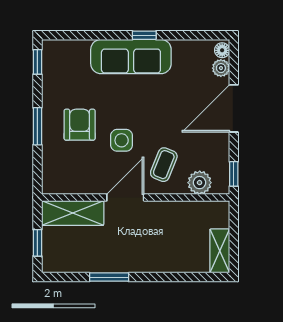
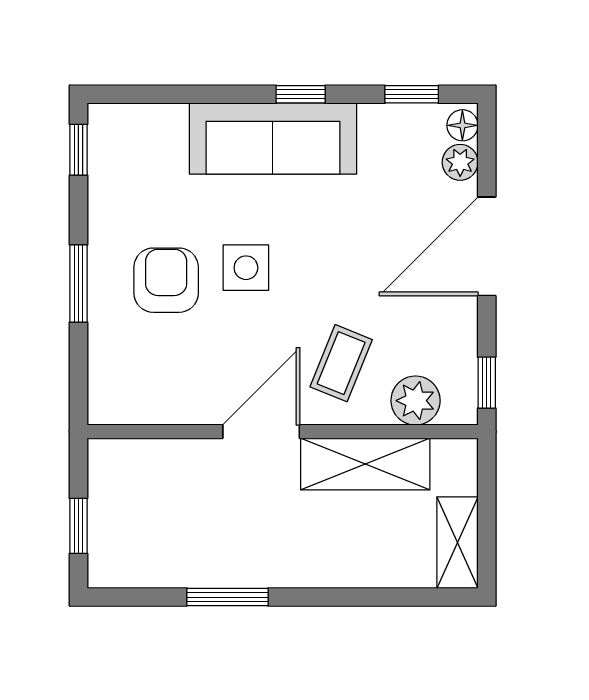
window: (198, 35) -> (412, 94), added
side table: (122, 140) -> (246, 268), moved
shelving: (73, 213) -> (365, 464), moved

